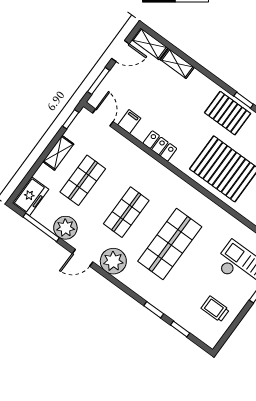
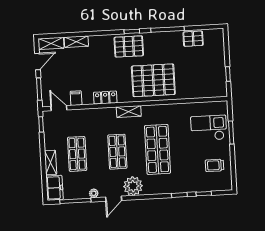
shelving: (58, 153) -> (51, 163), moved
shelving: (172, 180) -> (129, 112), added
plant: (65, 228) -> (94, 193), width x0.53, depth x0.53

